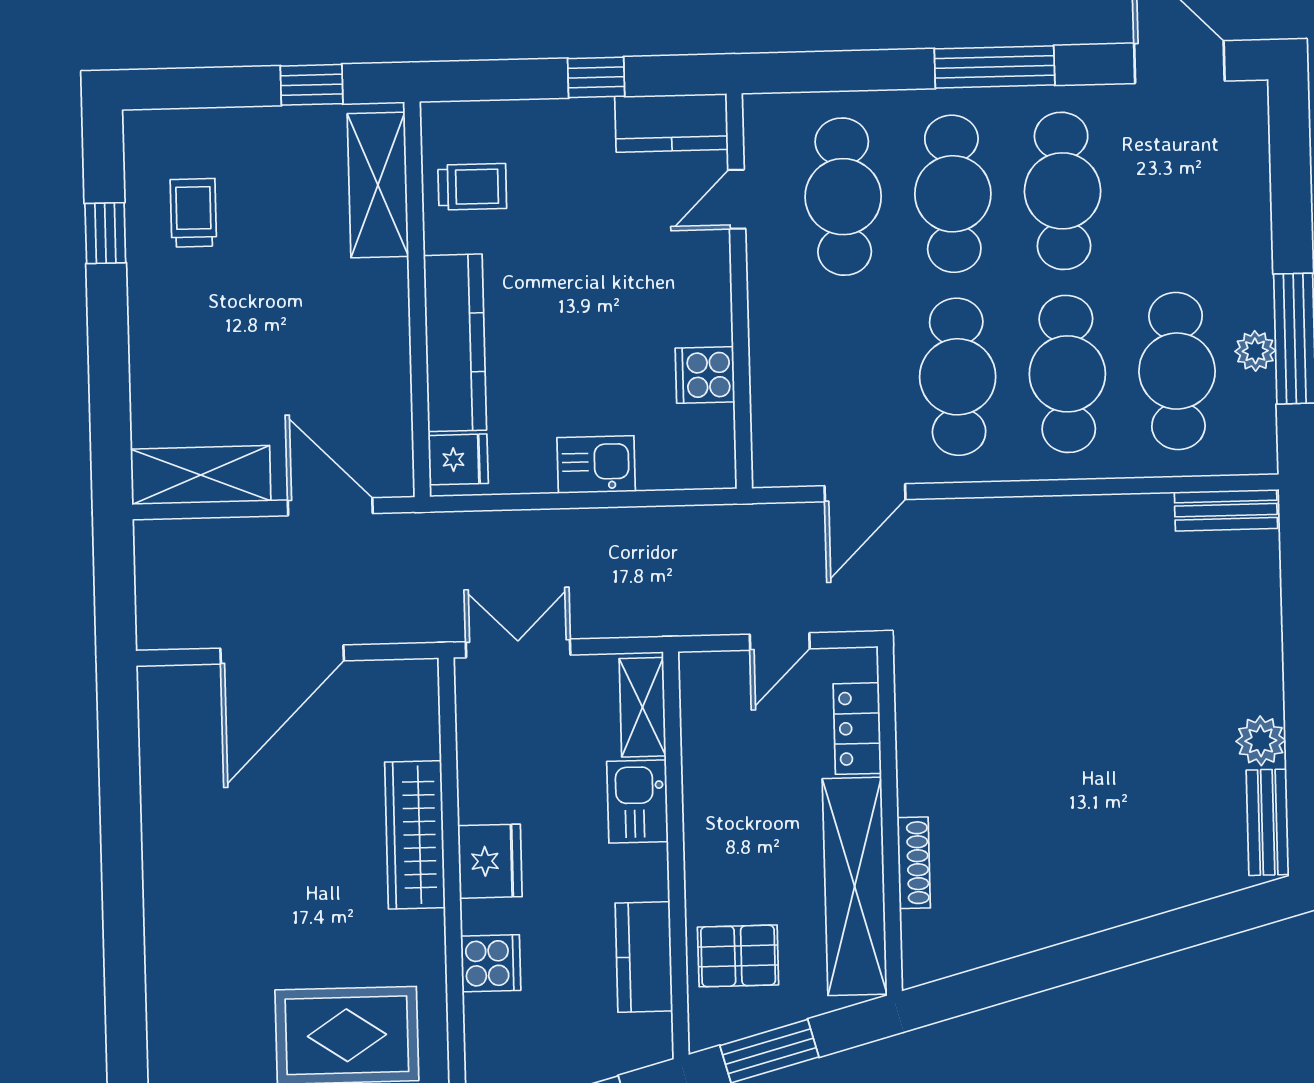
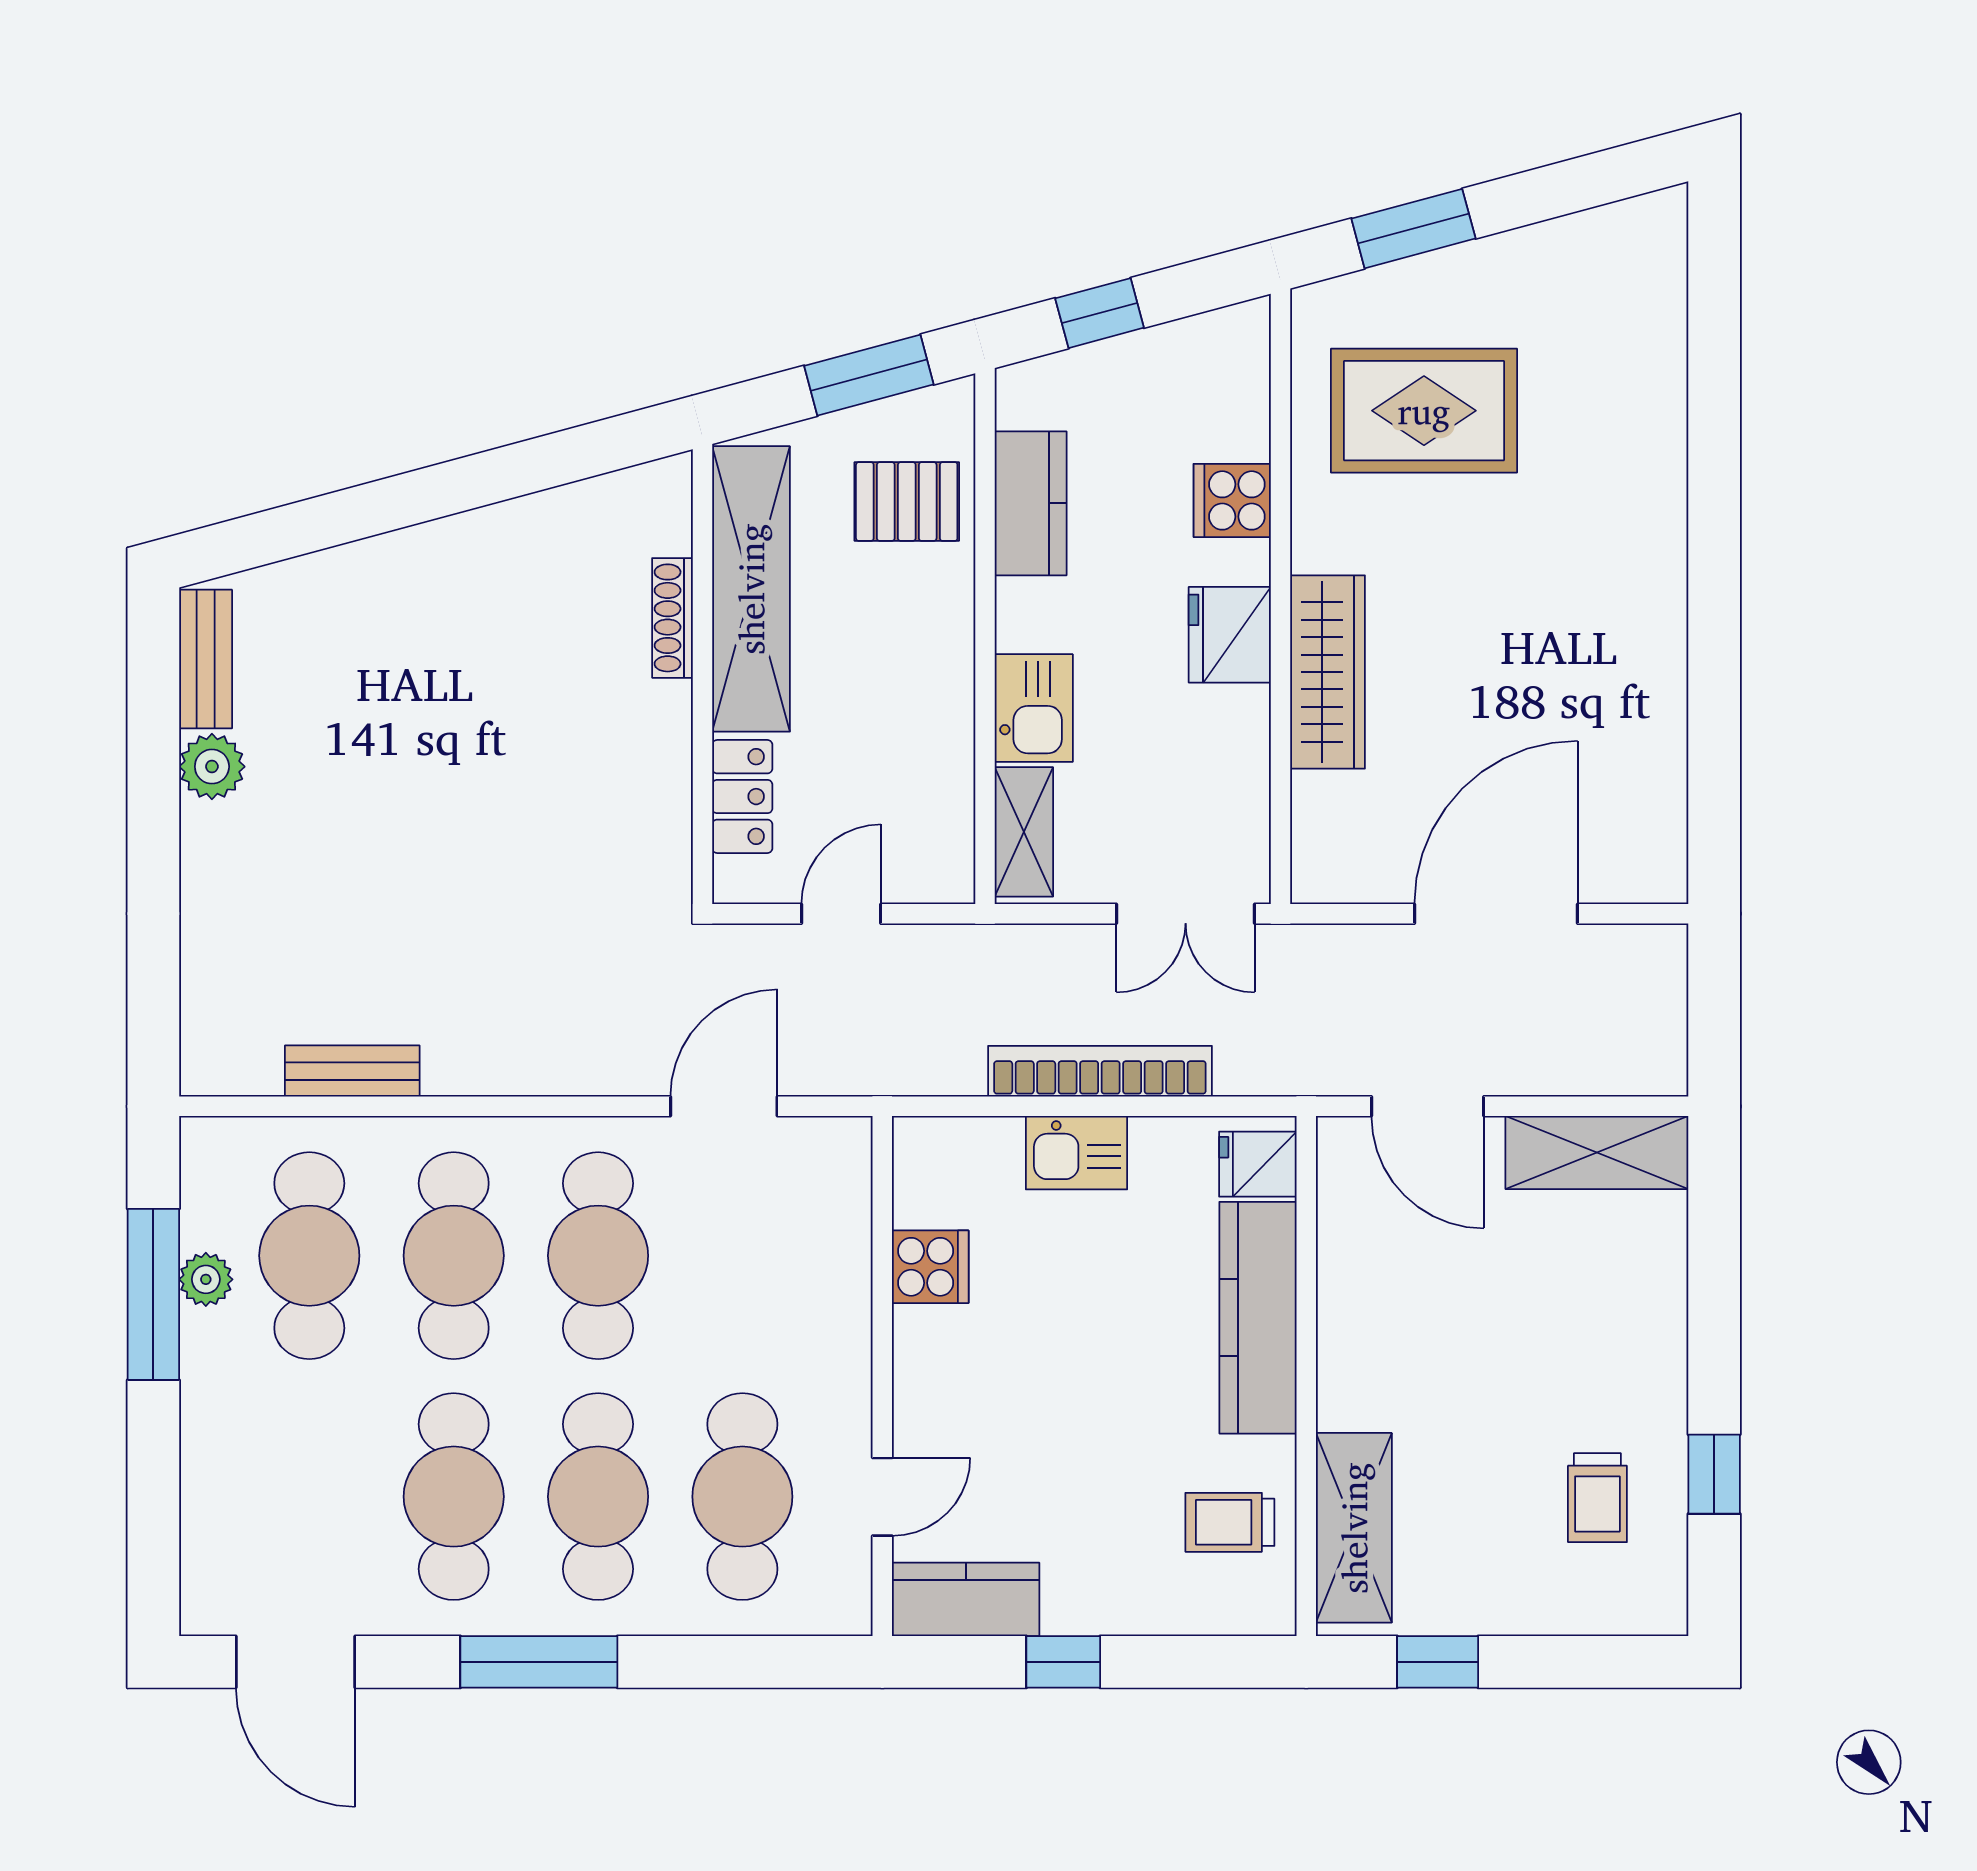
bench: (1226, 510) -> (352, 1071), moved
bookcase: (580, 527) -> (1100, 1071), added

